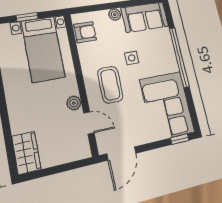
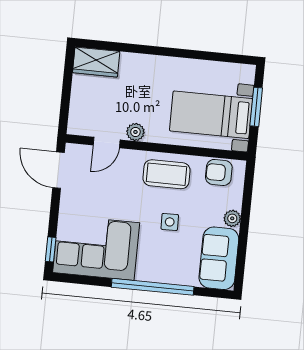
window: (27, 17) -> (256, 107), width x1.50
armchair: (85, 32) -> (219, 172), turned 90
coffee table: (110, 85) -> (166, 174), moved

